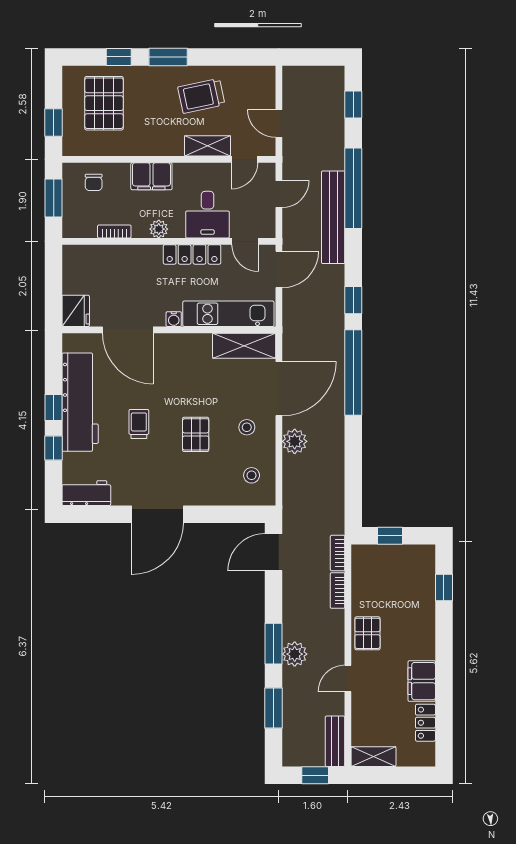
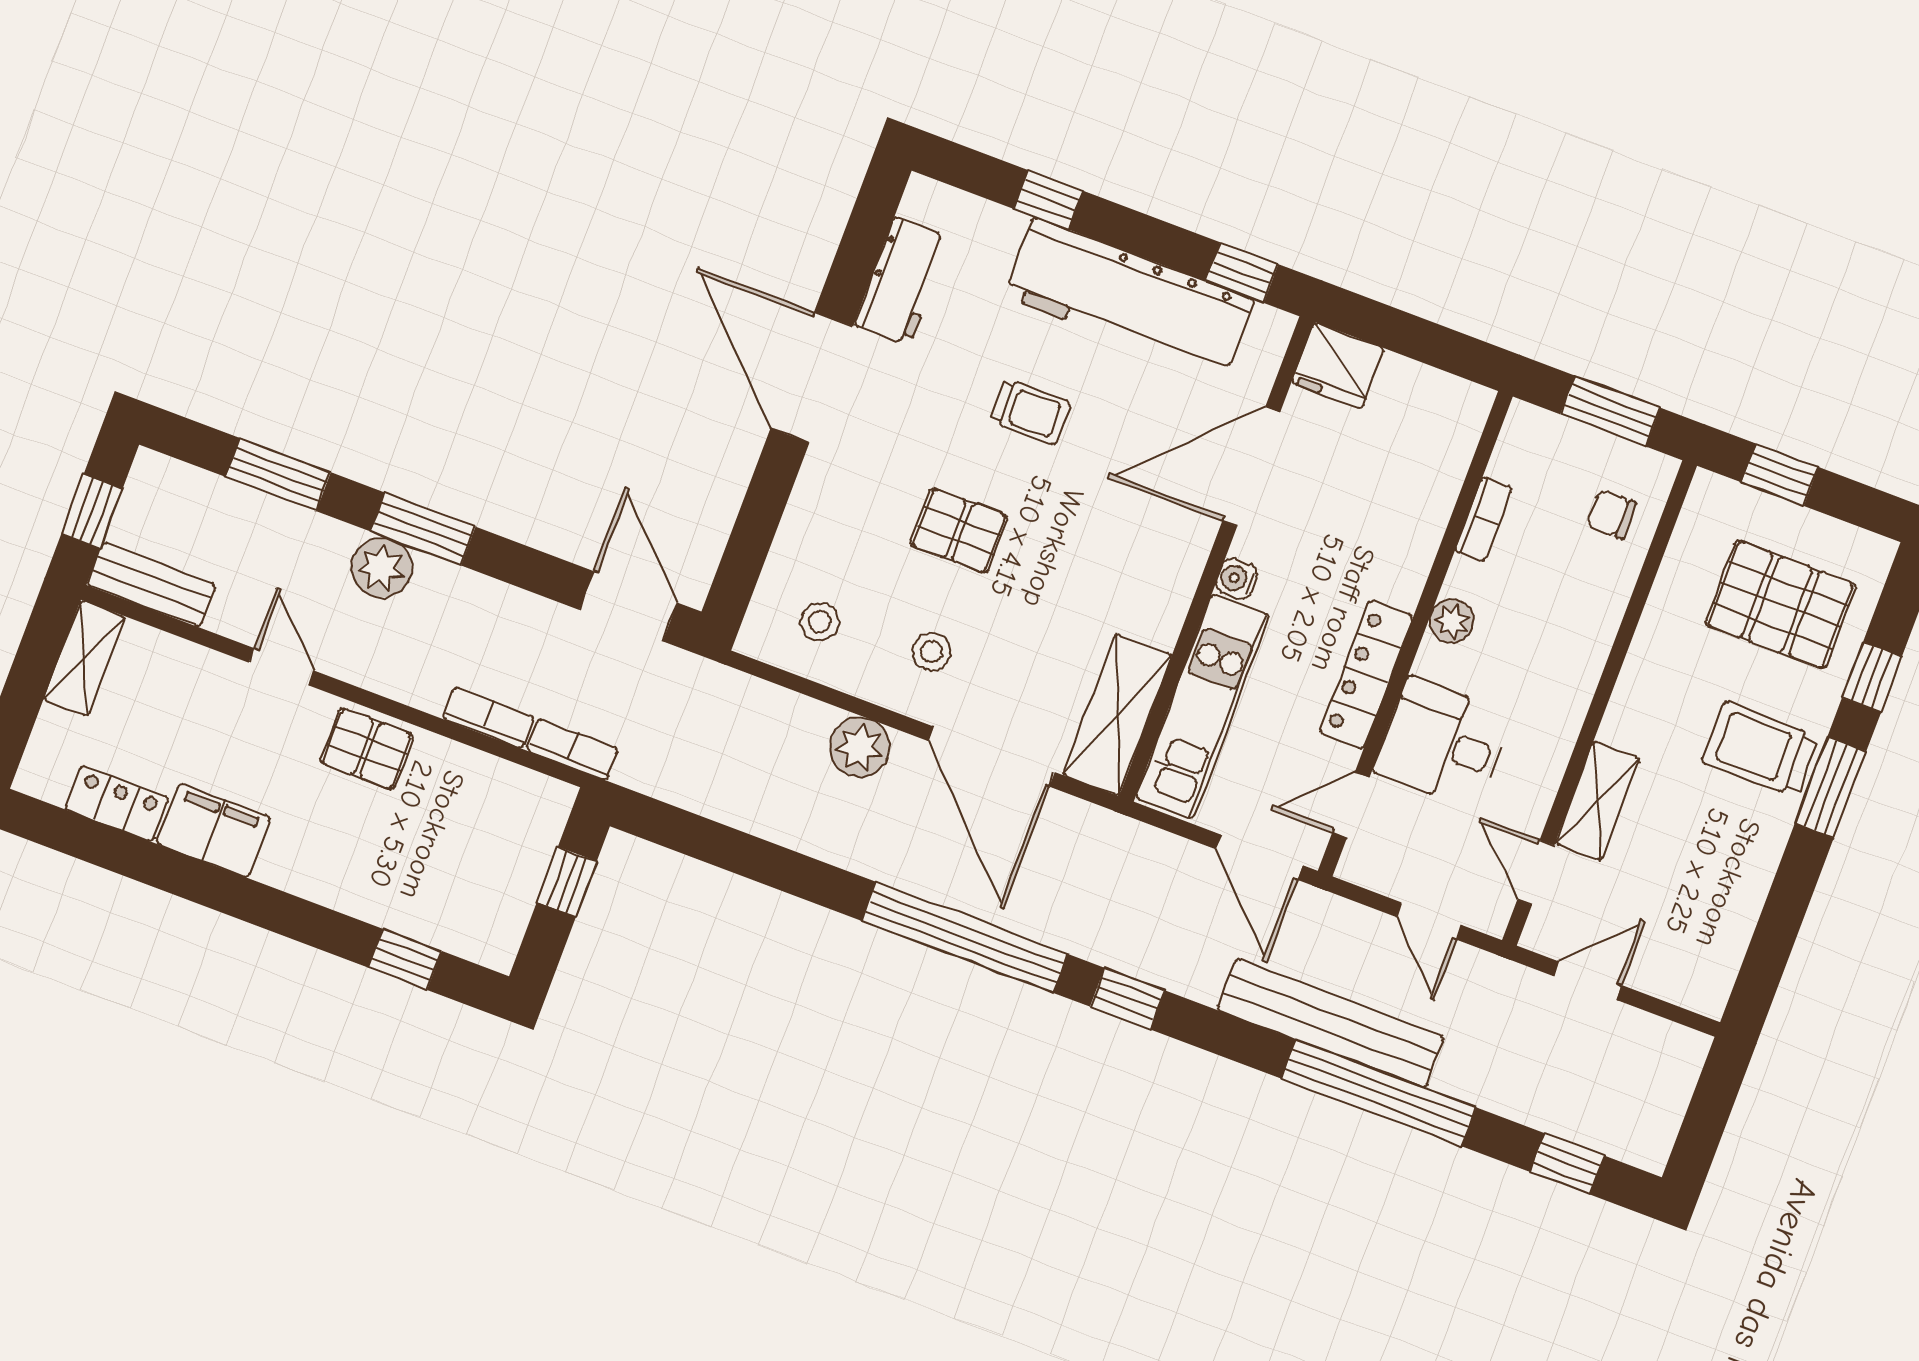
trolley: (201, 96) -> (1760, 749), moved, turned -78
filing cabinet: (151, 176) -> (1576, 649), removed
window: (54, 408) -> (1242, 273), moved
workbench: (86, 493) -> (902, 281), moved

